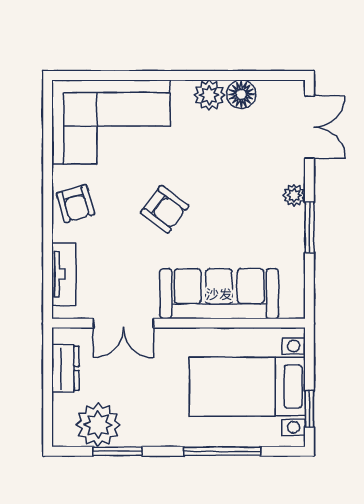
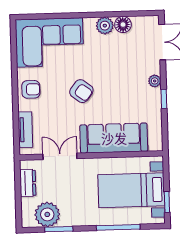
armchair: (76, 204) -> (31, 89), turned -74
window: (309, 227) -> (164, 99), width x0.67
double door: (123, 323) -> (60, 156), swing flipped

